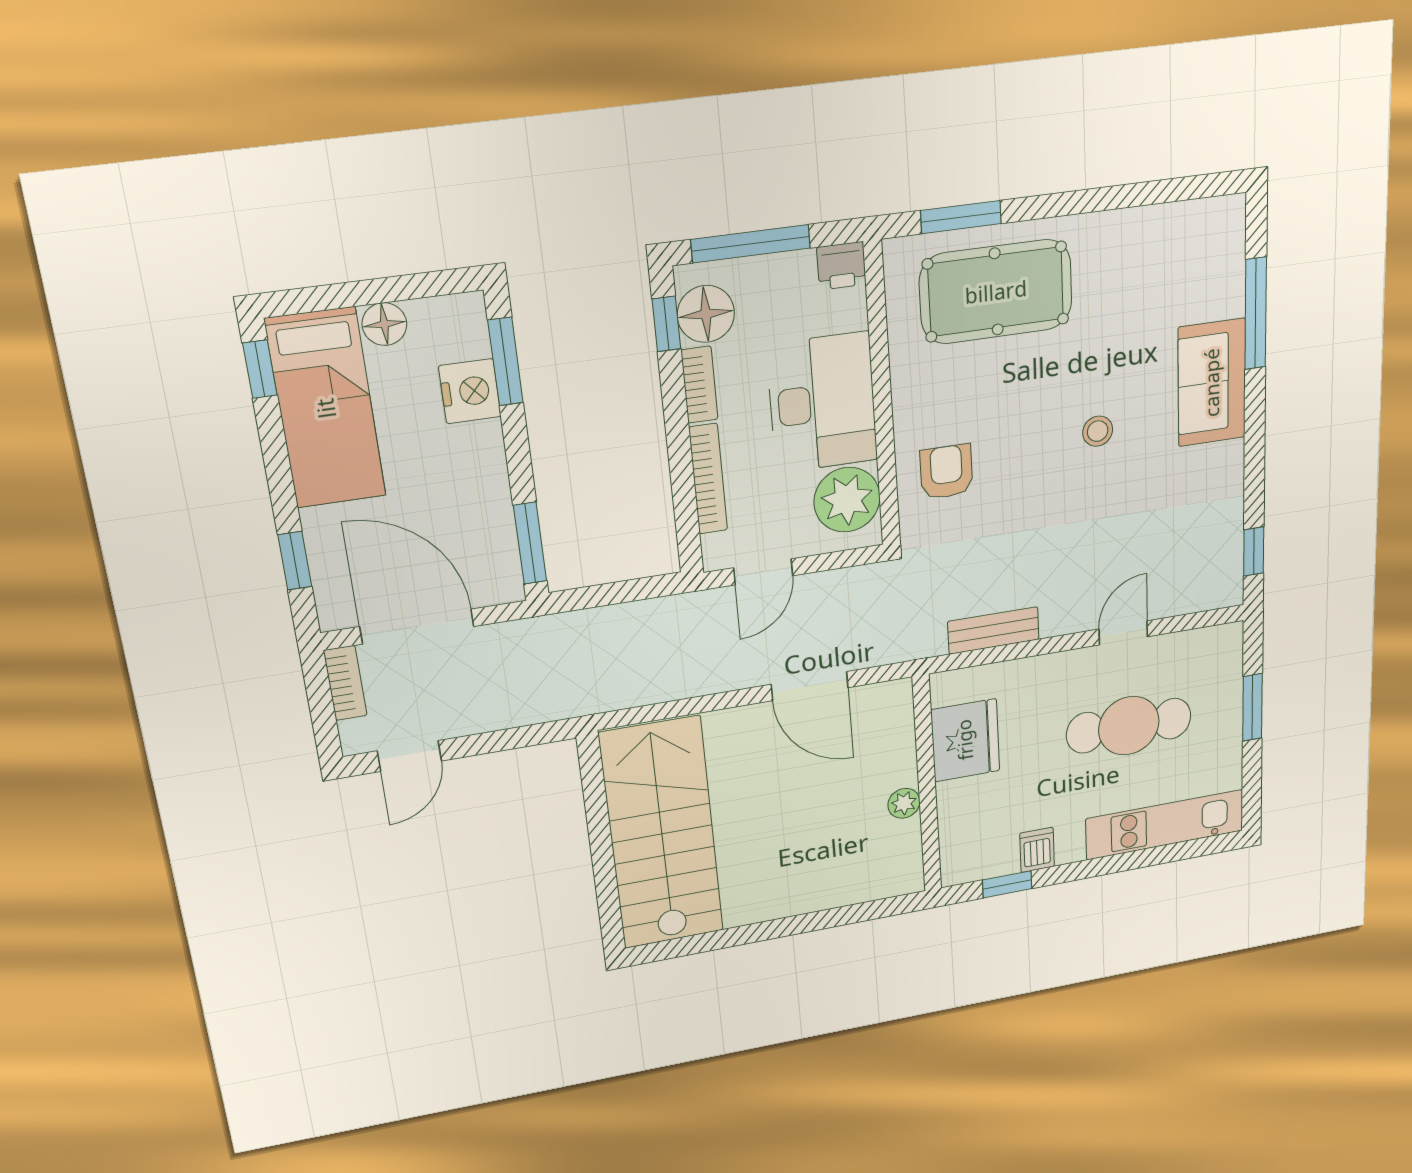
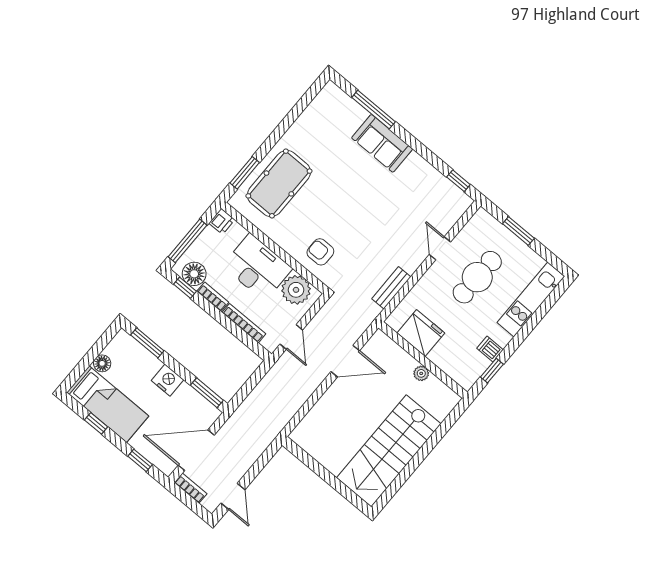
window: (260, 369) -> (96, 423), moved
nightstand: (470, 391) -> (168, 380), moved
stool: (1098, 431) -> (359, 193), removed
stairs: (662, 834) -> (389, 451), moved, turned -90

